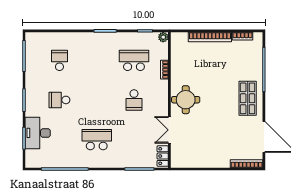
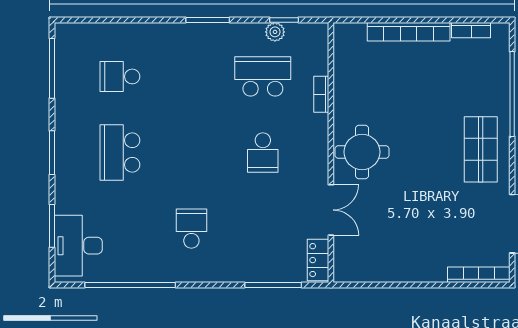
plant: (163, 37) -> (275, 32), moved
school desk: (59, 60) -> (120, 76), turned -90
school desk: (59, 100) -> (120, 153), width x1.85
double door: (169, 130) -> (331, 210), swing flipped
desk: (38, 133) -> (78, 246), moved
school desk: (97, 140) -> (191, 229), width x0.54

